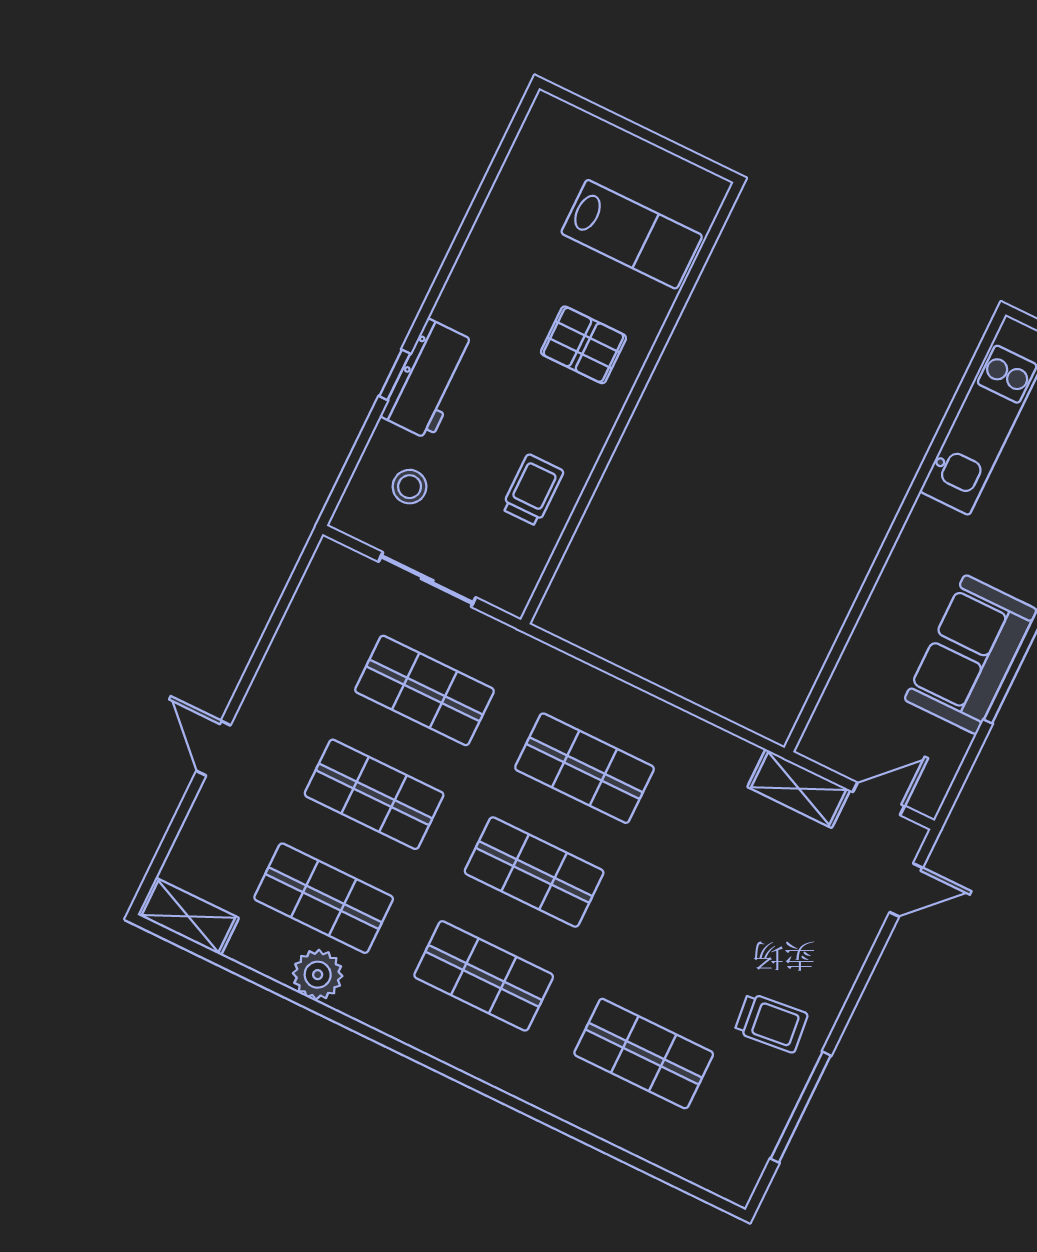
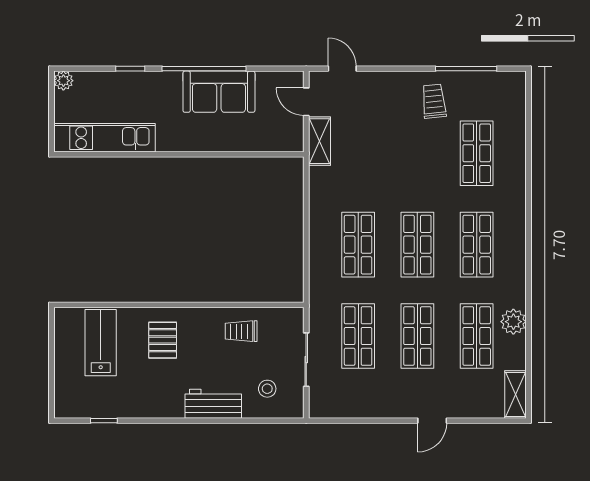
window: (395, 375) -> (104, 421), moved

